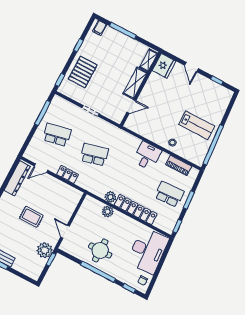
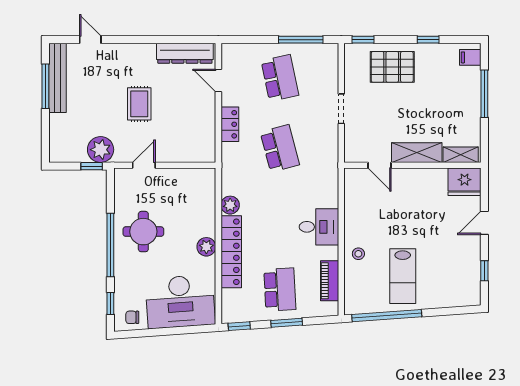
plant: (108, 212) -> (206, 247), moved

